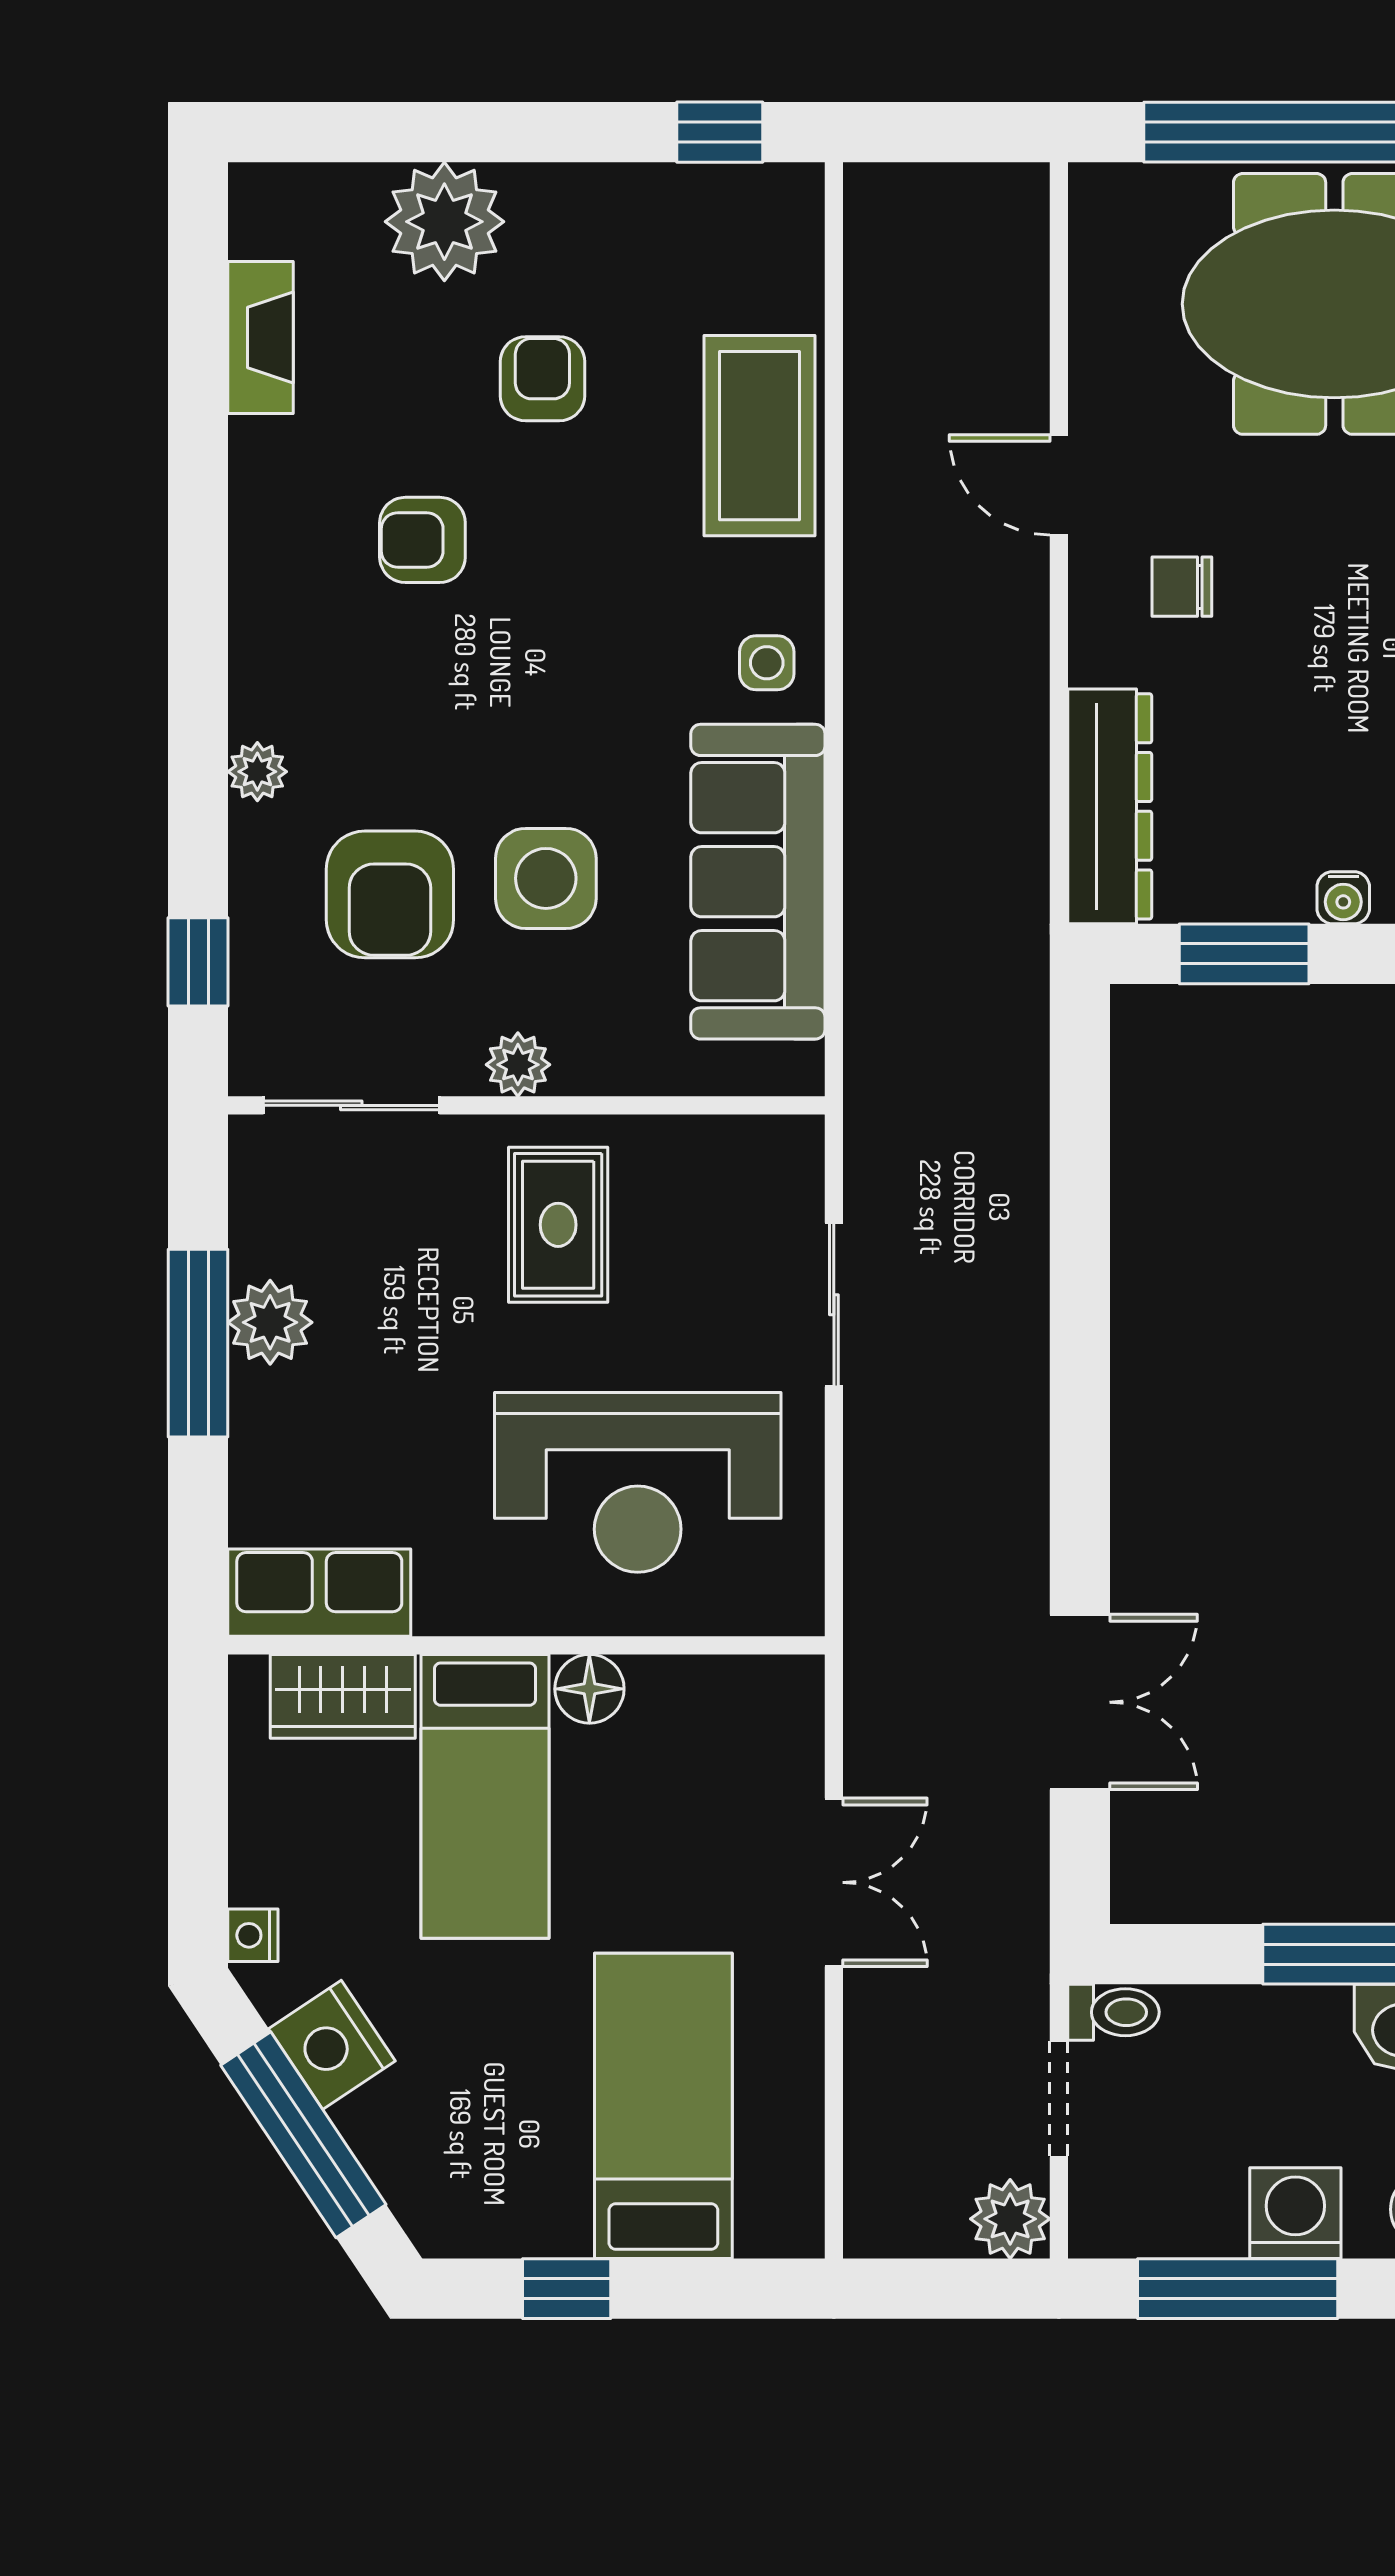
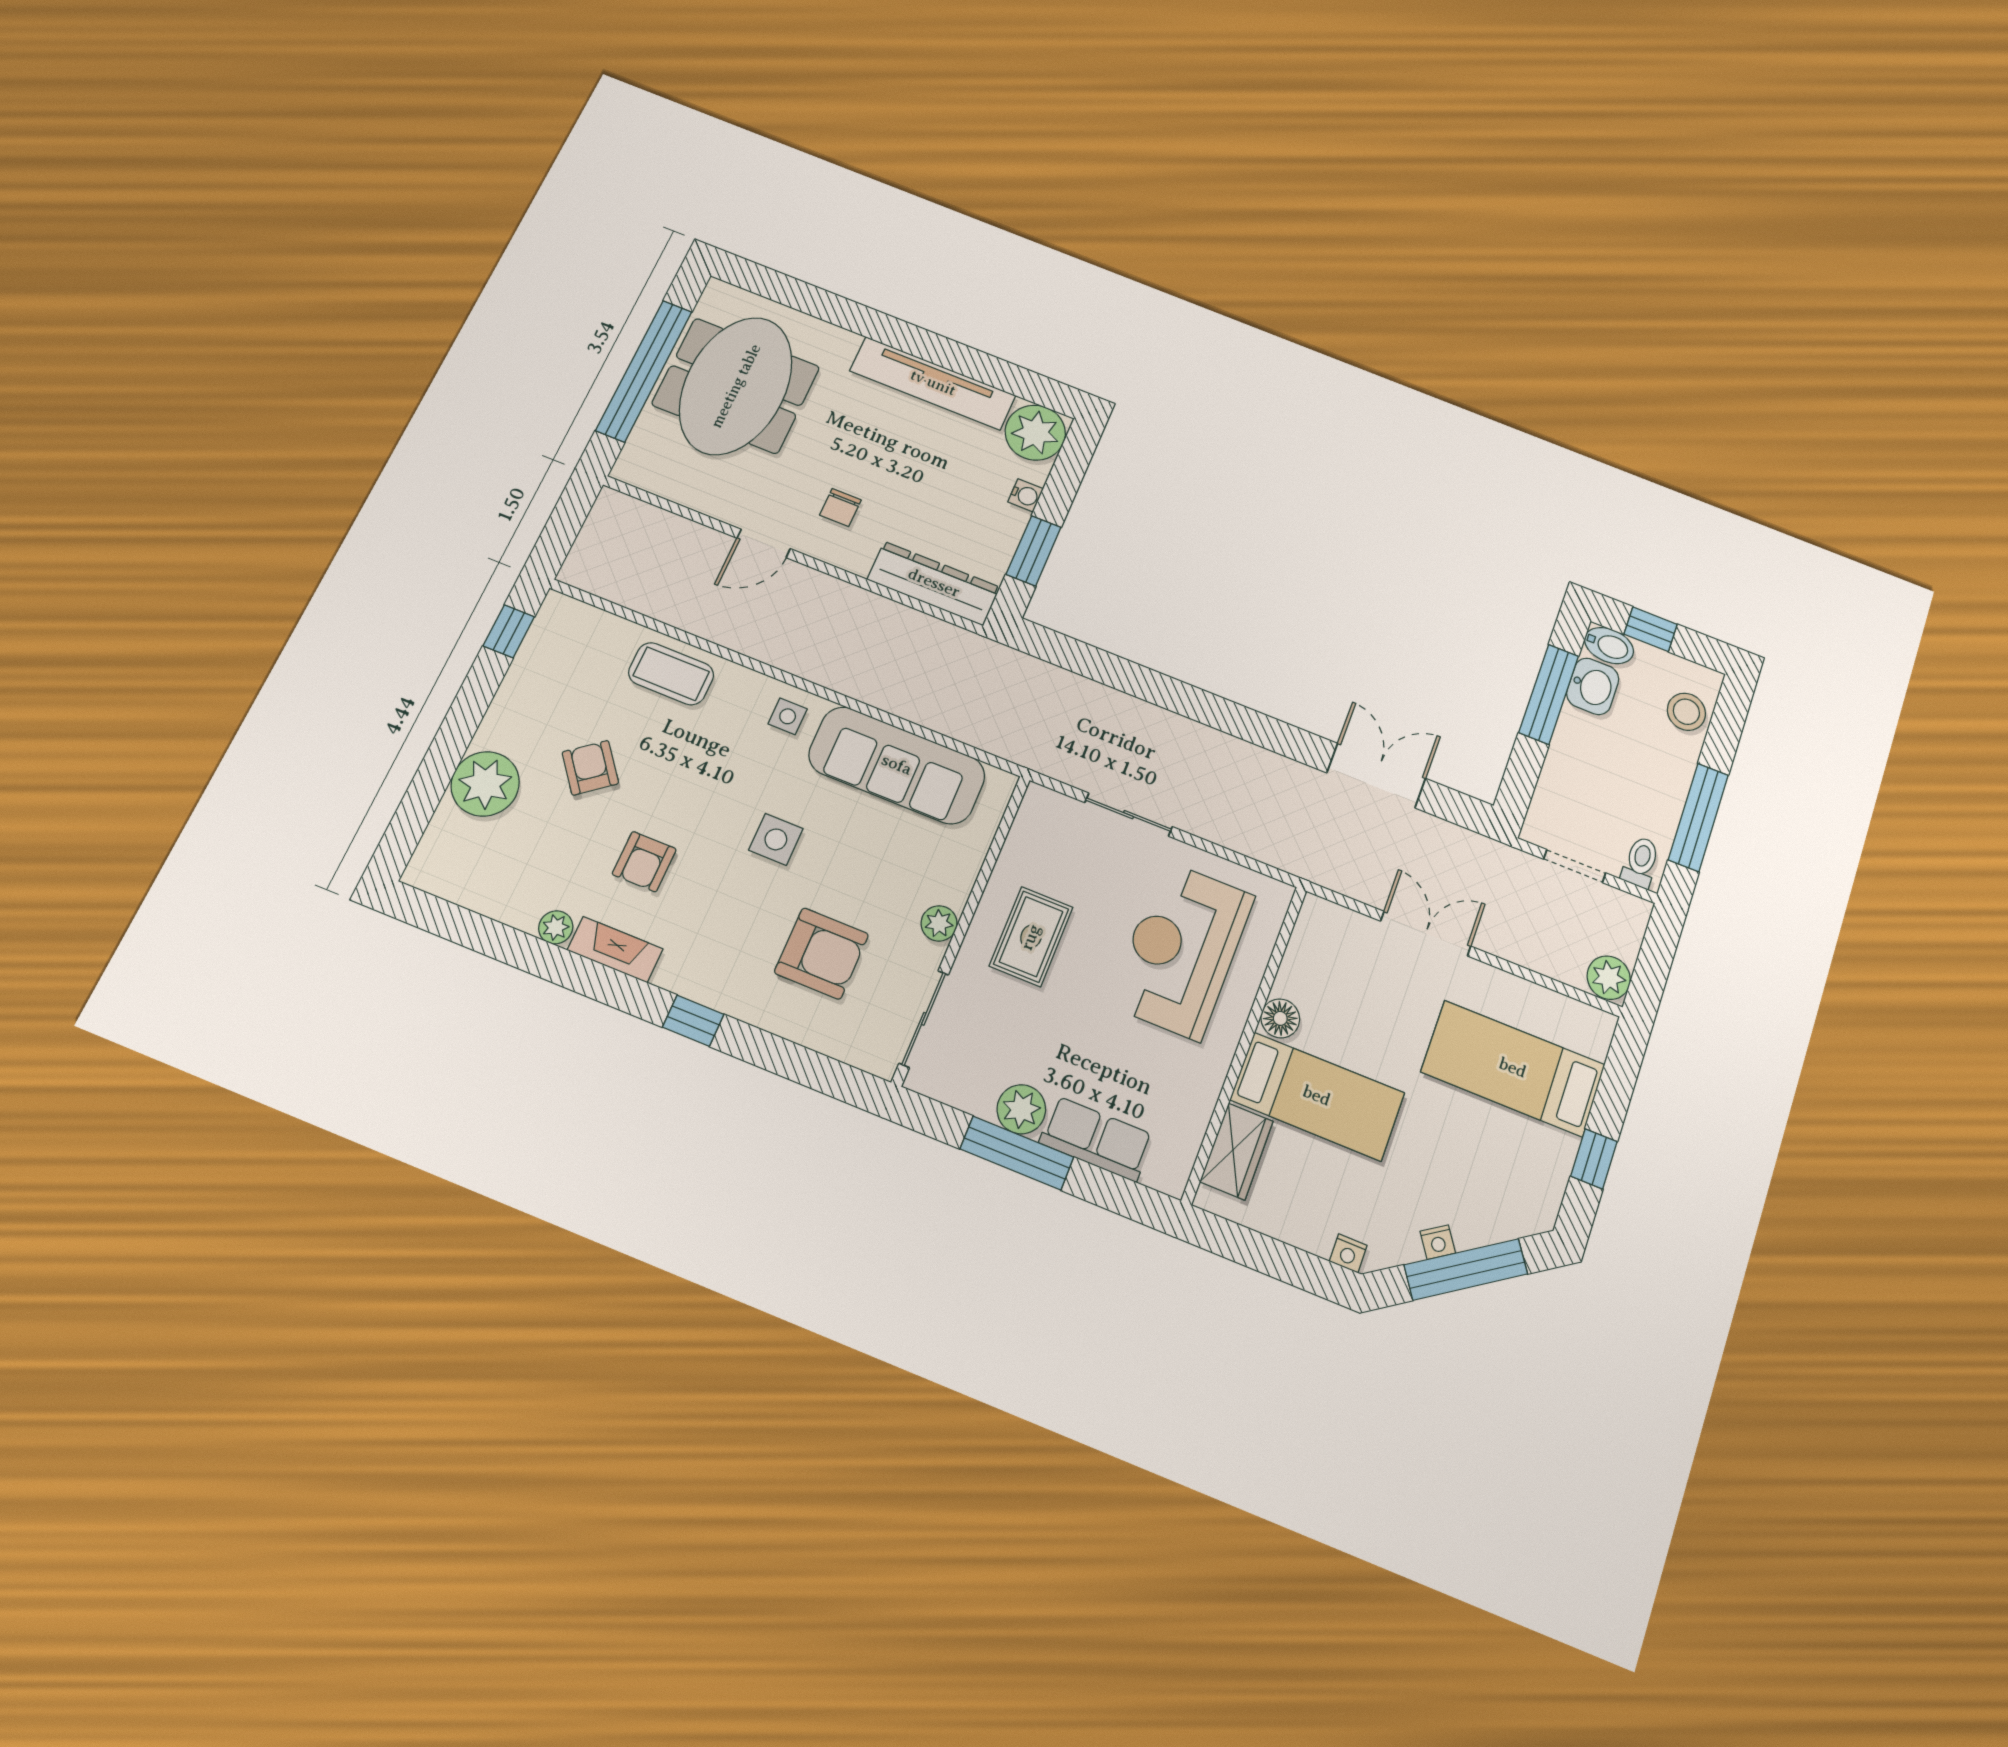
fireplace: (261, 338) -> (615, 950), moved
armchair: (542, 379) -> (590, 768), turned 52
coffee table: (760, 436) -> (671, 674), width x0.73, depth x0.76
plant: (257, 772) -> (556, 927), moved
side table: (546, 878) -> (776, 839), moved, width x0.73, depth x0.73
window: (198, 962) -> (693, 1021), moved
rug: (558, 1225) -> (1031, 937), turned 90
reception desk: (638, 1482) -> (1182, 950), turned 180
row of seats: (319, 1593) -> (1096, 1139), moved, turned 90
toilet: (1113, 2012) -> (1641, 862), moved
nightstand: (332, 2045) -> (1438, 1242), width x0.53, depth x0.56
washing machine: (1295, 2213) -> (1669, 775), removed
plant: (1010, 2219) -> (1609, 978), moved

